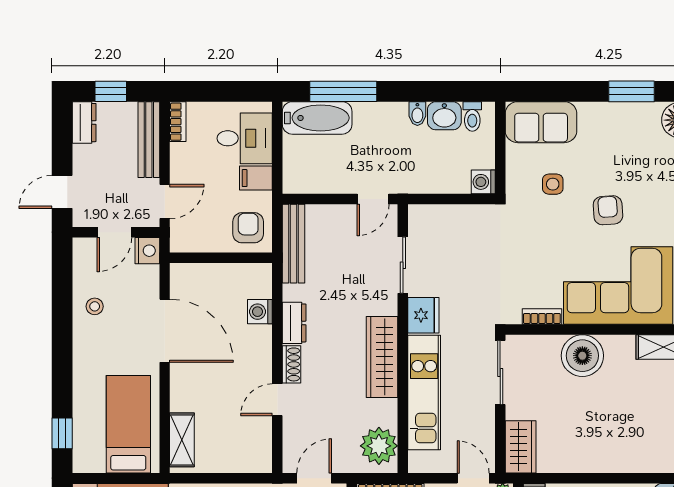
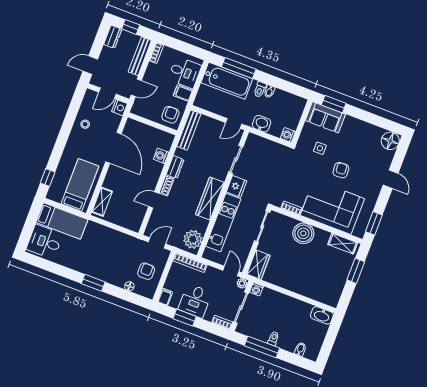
window: (631, 91) -> (334, 104), moved
washbasin: (444, 116) -> (262, 124), moved, turned 180
toilet: (472, 116) -> (260, 89), moved
bathtub: (317, 118) -> (227, 81), width x1.36, depth x1.36

